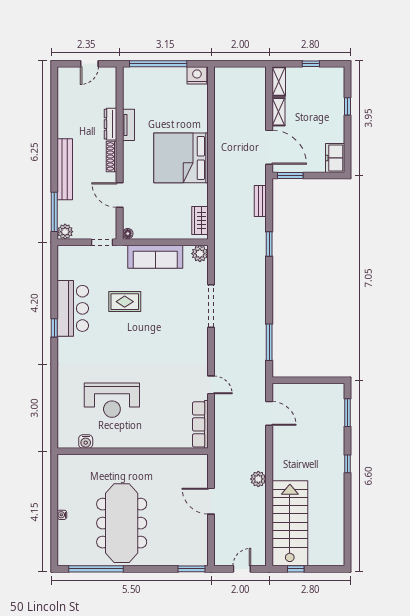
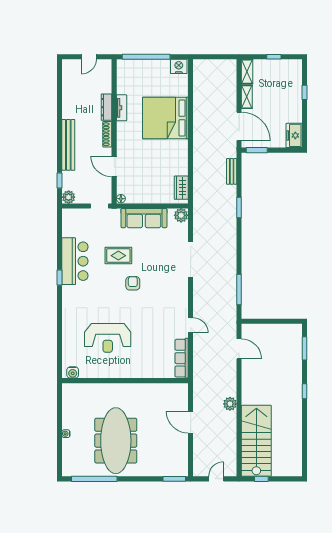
bed: (181, 158) -> (165, 118), moved
window: (54, 212) -> (60, 181), width x0.46
armchair: (142, 335) -> (133, 283), added
water cooler: (86, 442) -> (73, 372), moved

